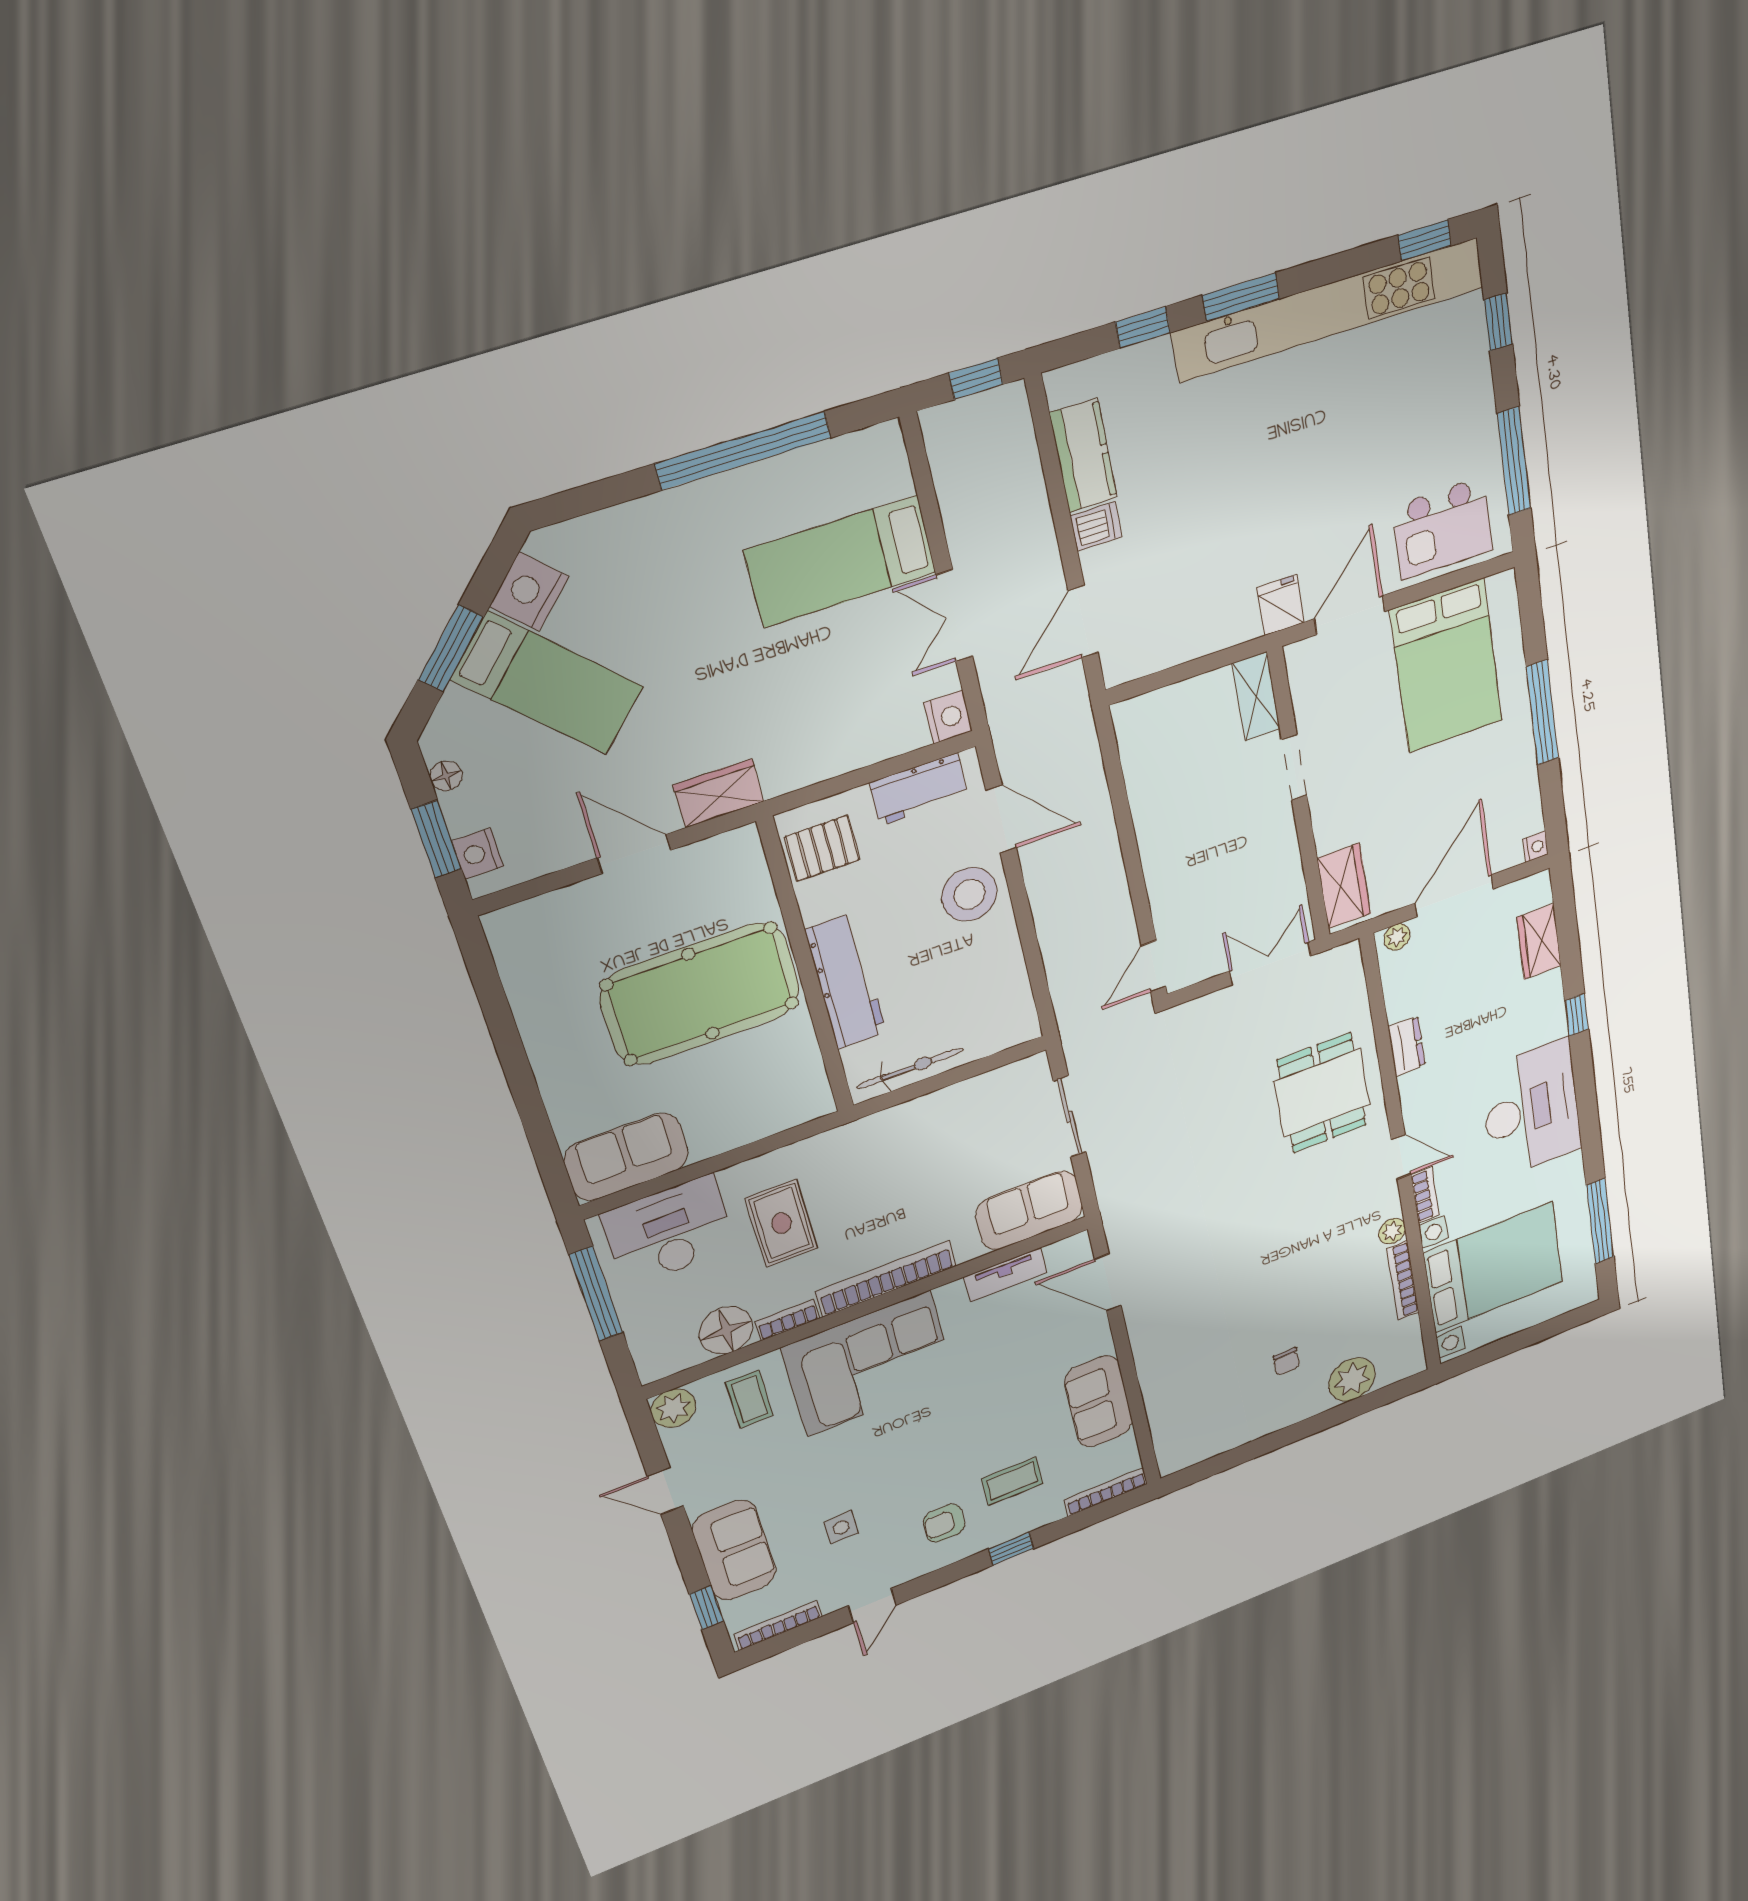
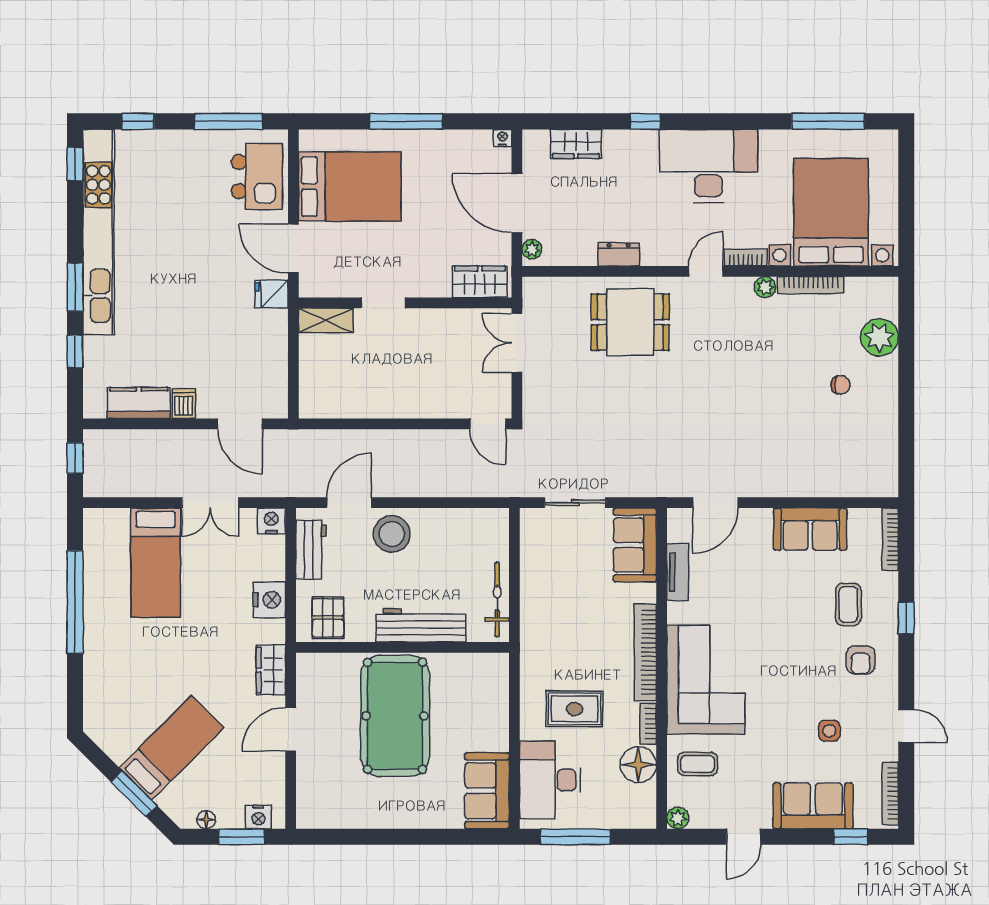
nightstand: (529, 592) -> (269, 600), moved, turned -135
plant: (673, 1408) -> (678, 818), width x0.73, depth x0.73

